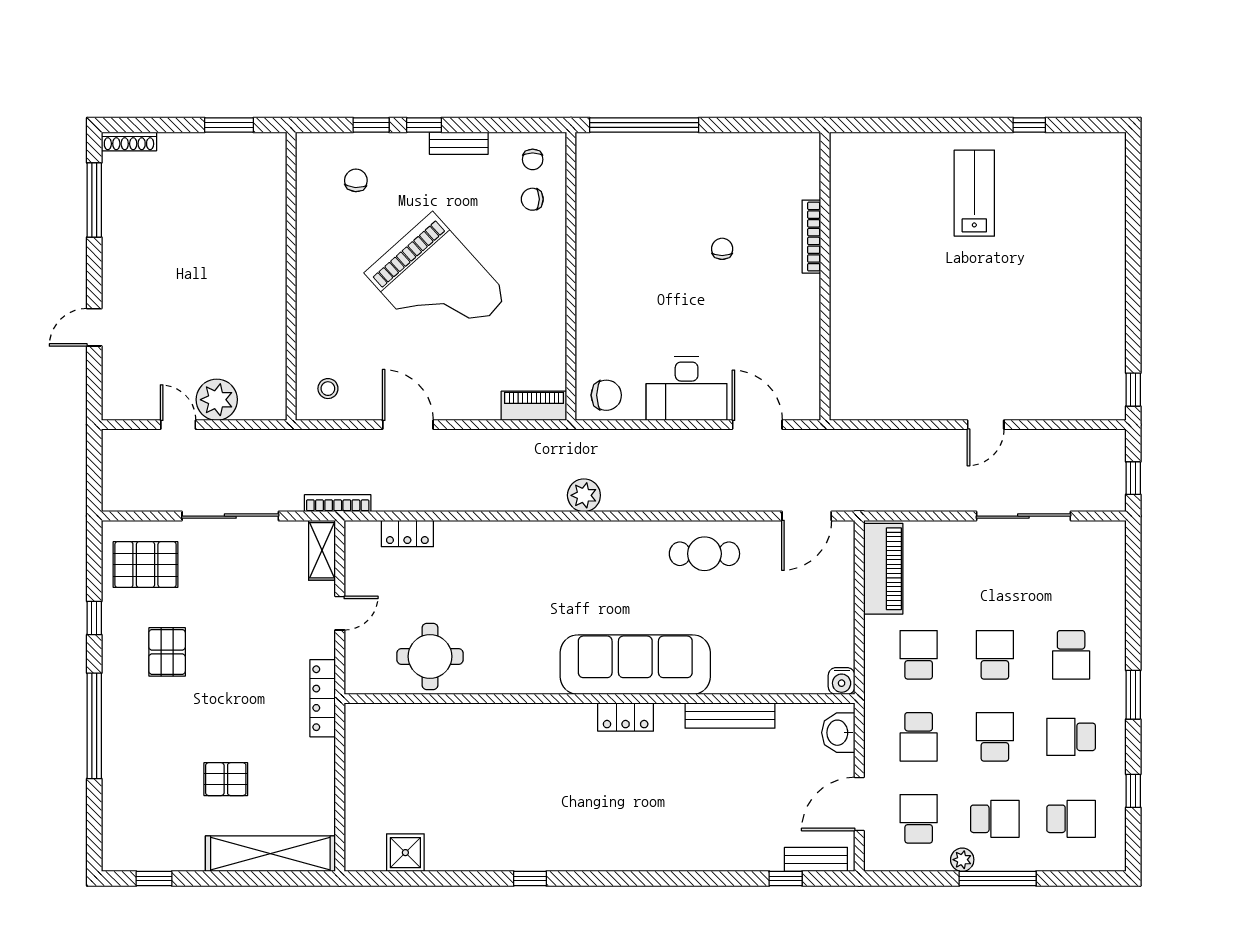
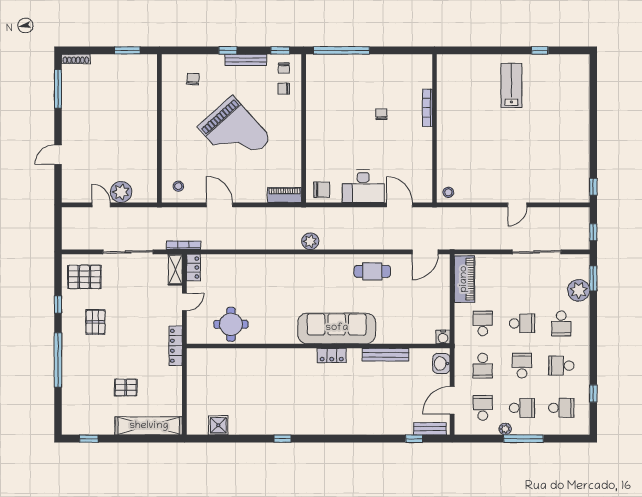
window: (371, 125) -> (280, 50), moved
bench: (459, 143) -> (246, 60), width x1.36
stool: (852, 400) -> (448, 192), added
locker: (407, 533) -> (193, 268), moved, turned -90
plant: (1105, 591) -> (579, 290), added
school desk: (995, 655) -> (522, 323), turned 90
window: (1133, 695) -> (593, 278), moved

